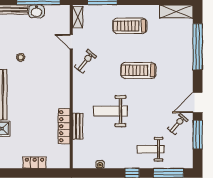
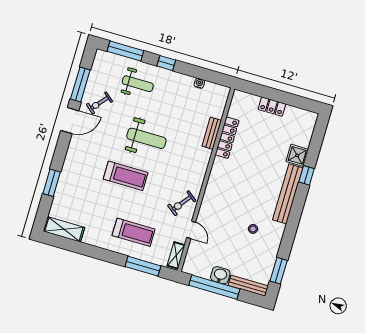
treadmill: (130, 26) -> (134, 232), moved
window: (198, 47) -> (52, 183), width x0.47
weight bench: (110, 111) -> (146, 138), moved

